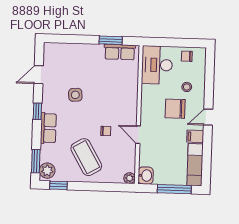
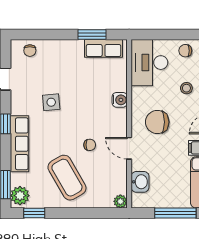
chair: (59, 52) -> (30, 51), added
water cooler: (132, 95) -> (120, 100), added
chair: (175, 109) -> (157, 122), moved
row of seats: (48, 128) -> (20, 144), width x1.48
washbasin: (146, 176) -> (140, 182), moved

